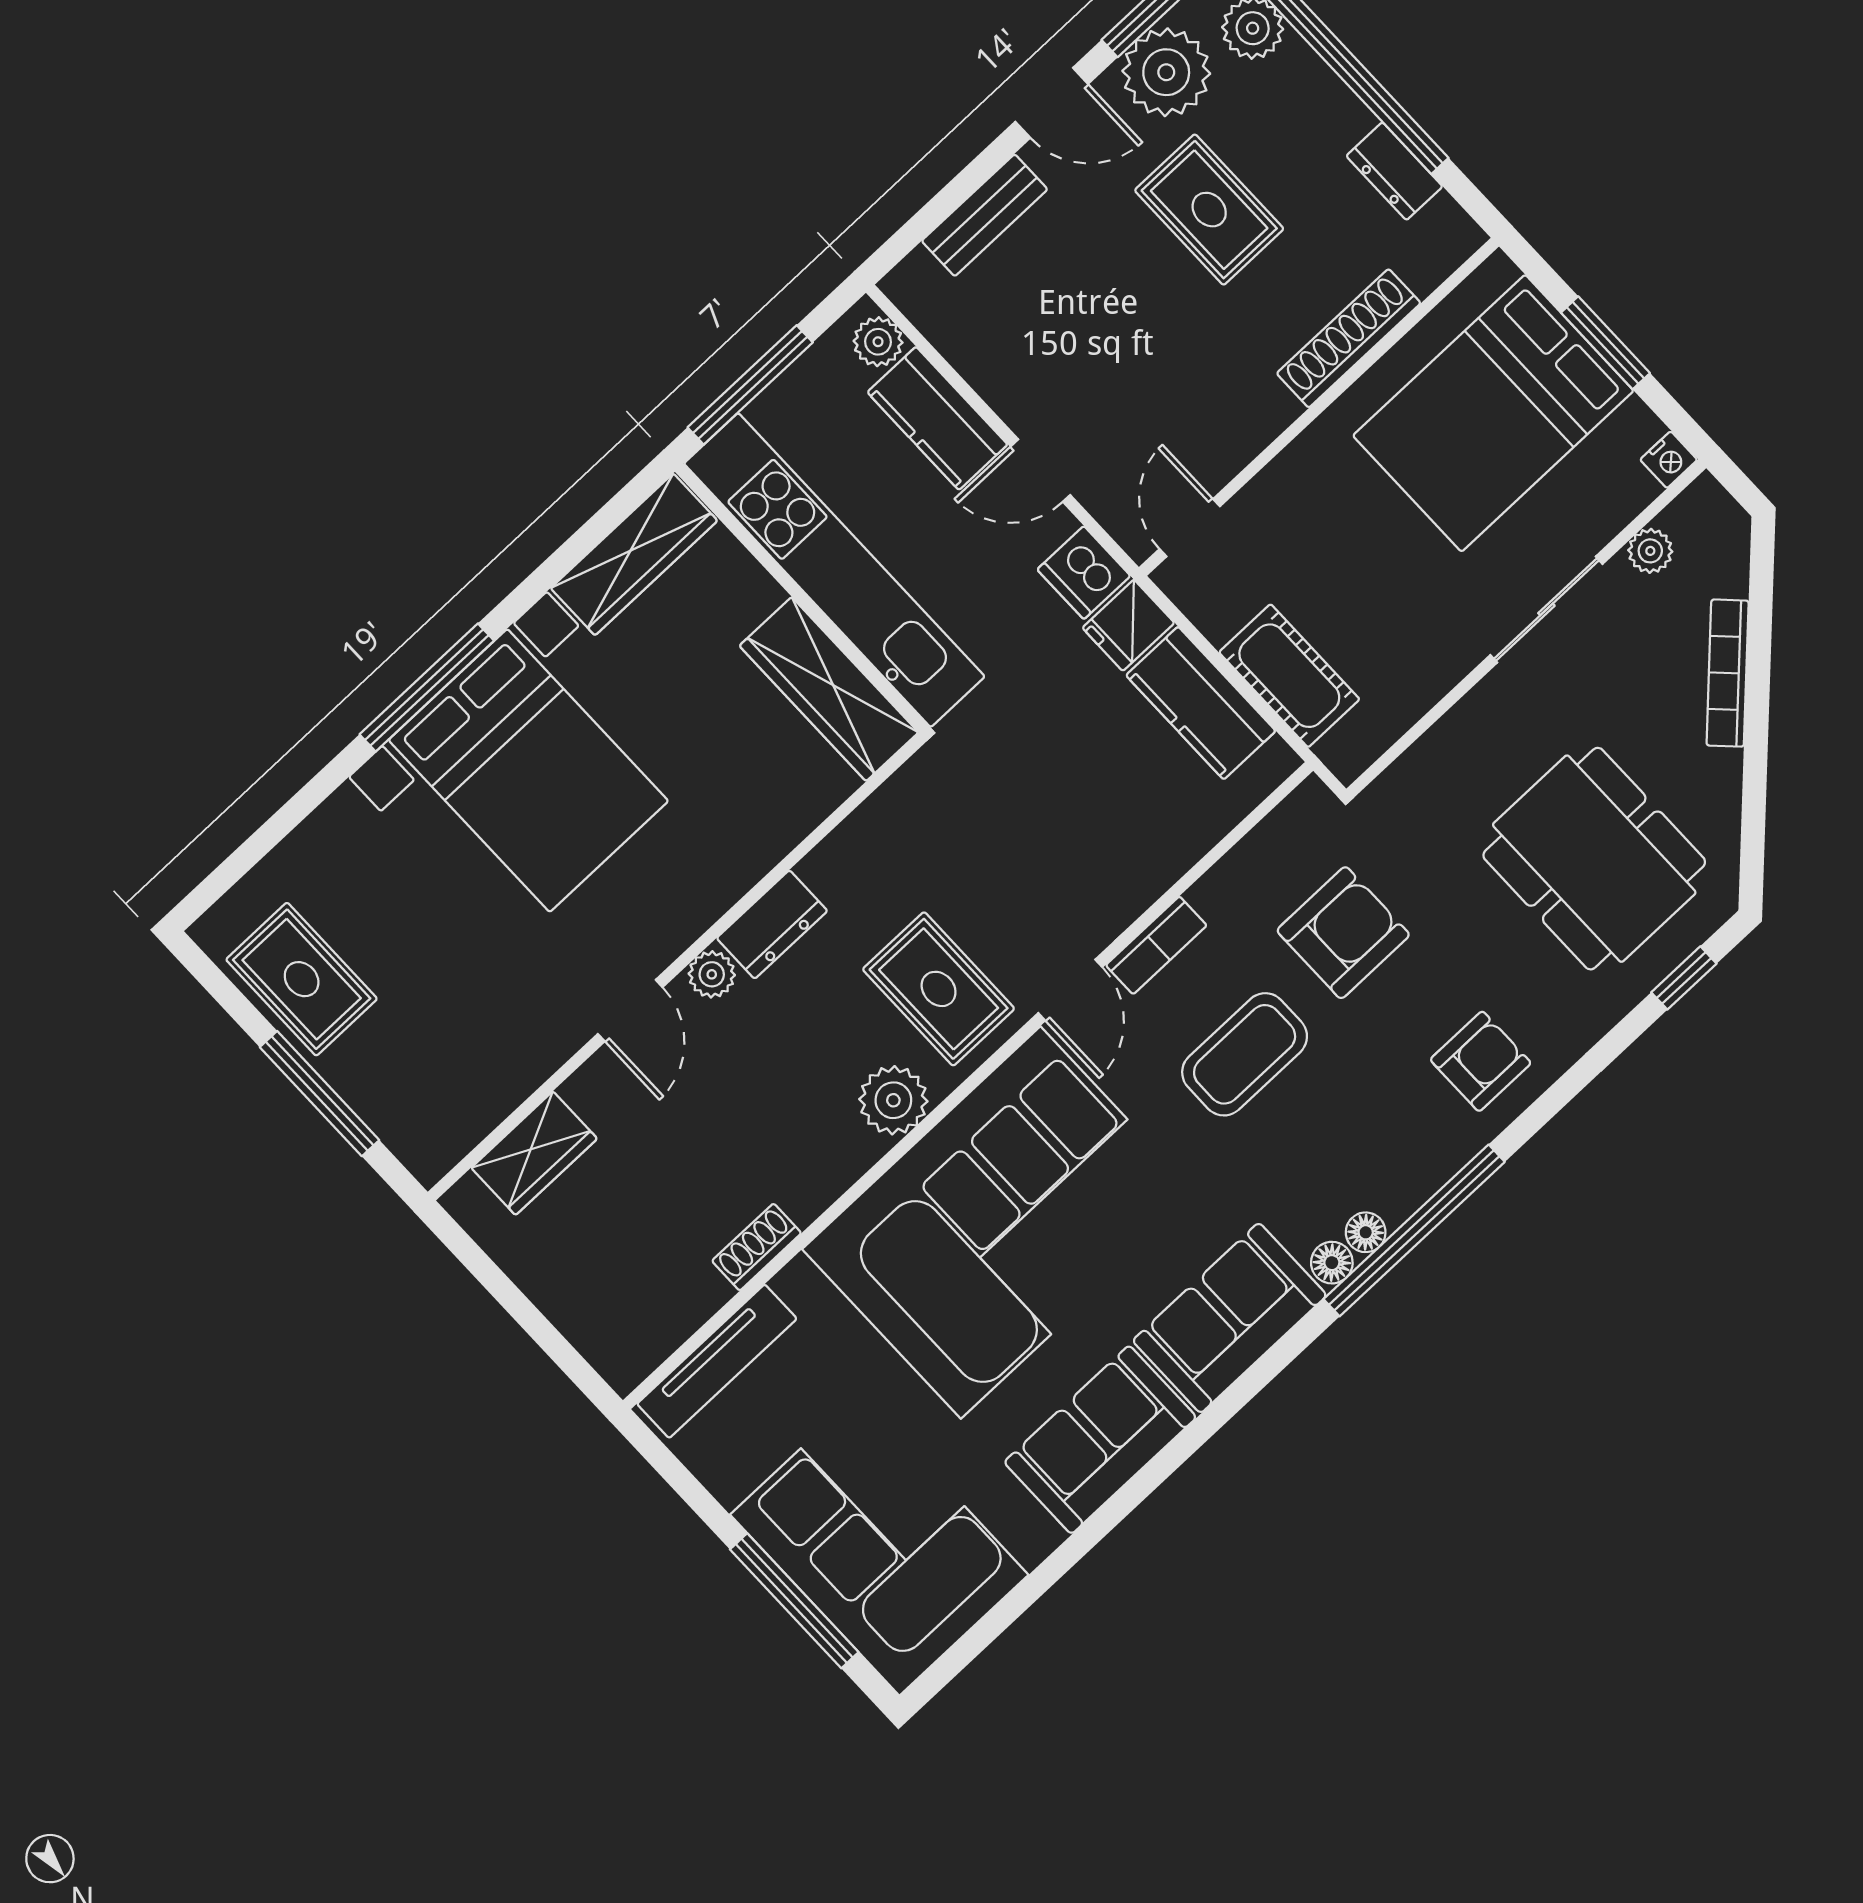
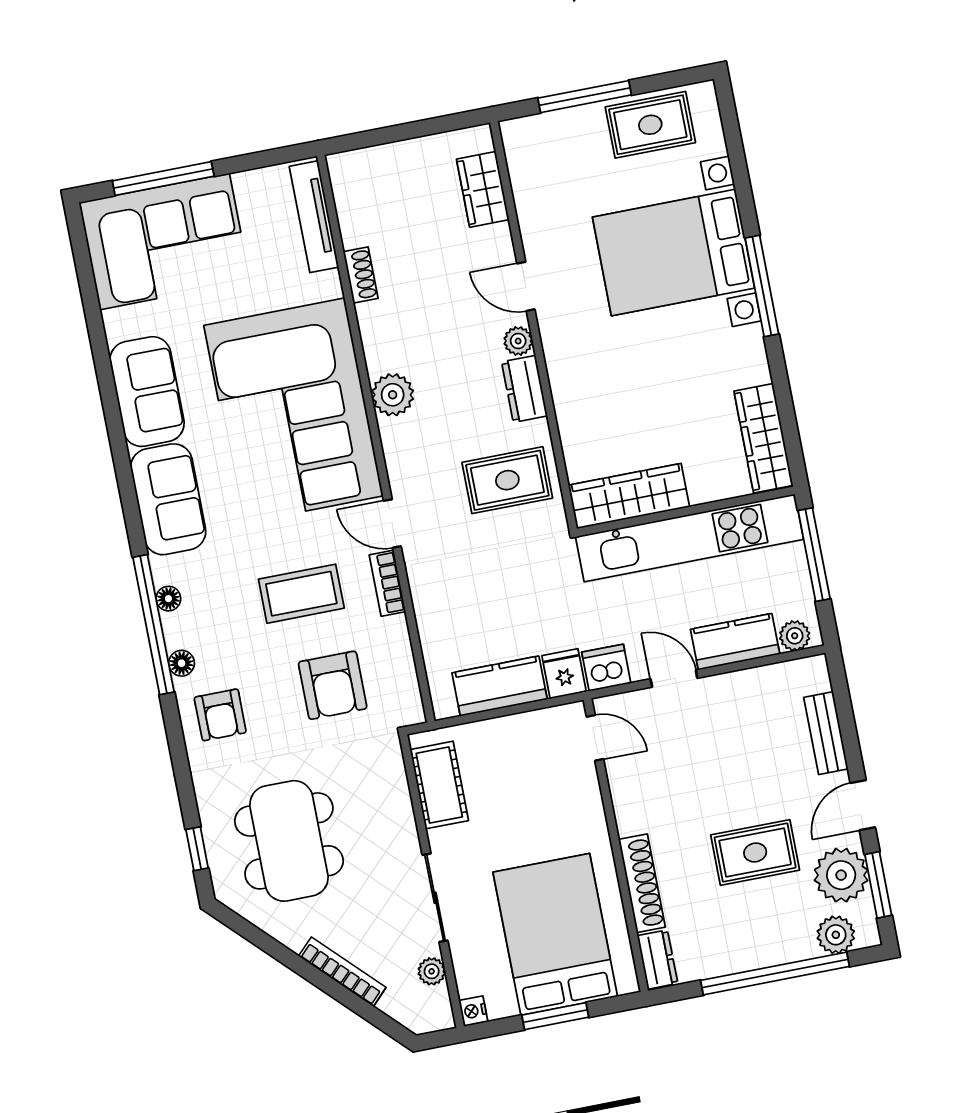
dresser: (1394, 171) -> (657, 960), moved, turned 90
door: (1040, 471) -> (674, 678), hinge flipped
cot: (1289, 676) -> (439, 785), moved, turned 90
bed with nightstands: (528, 770) -> (673, 253), moved
dining table: (1594, 859) -> (289, 841), turned 90
rug: (939, 989) -> (507, 480), moved
coffee table: (1245, 1054) -> (301, 594), turned 90
floor lamp: (1332, 1263) -> (182, 663), moved

